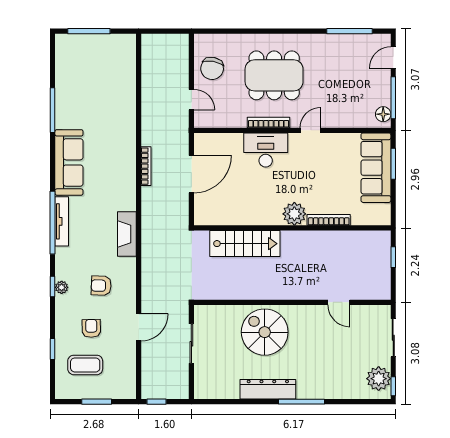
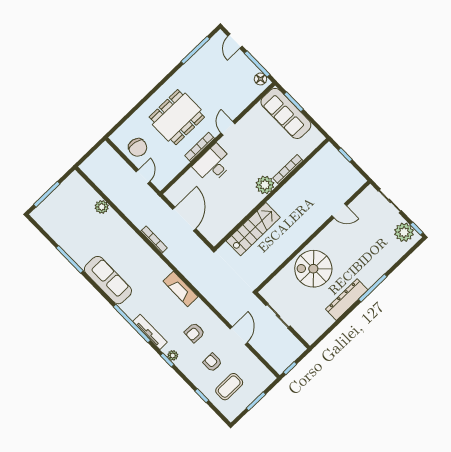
plant: (127, 91) -> (102, 207), added
door: (191, 100) -> (143, 177), hinge flipped
tv unit: (62, 221) -> (150, 332), moved

